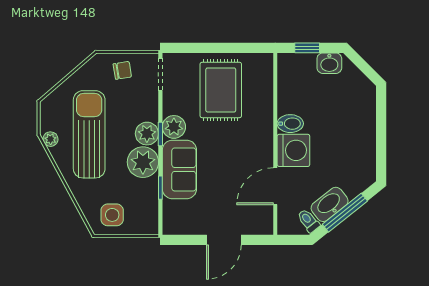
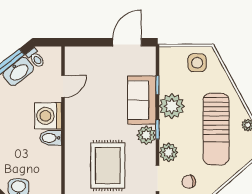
plant: (147, 134) -> (168, 152), moved
door: (275, 186) -> (63, 86), width x0.73
door: (224, 240) -> (127, 42), moved

